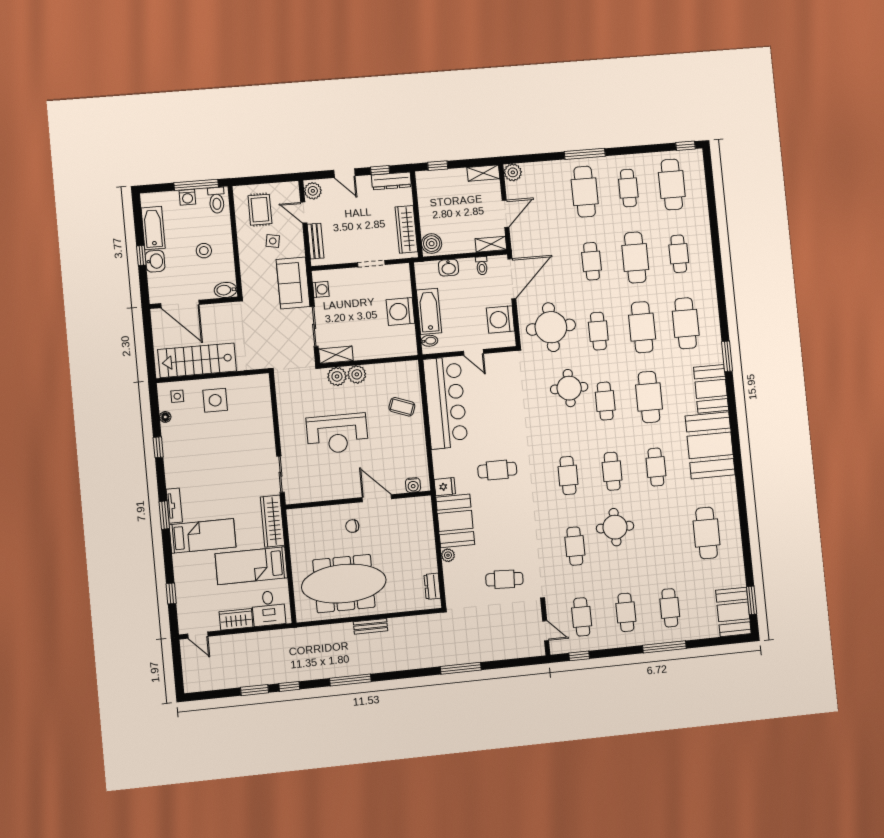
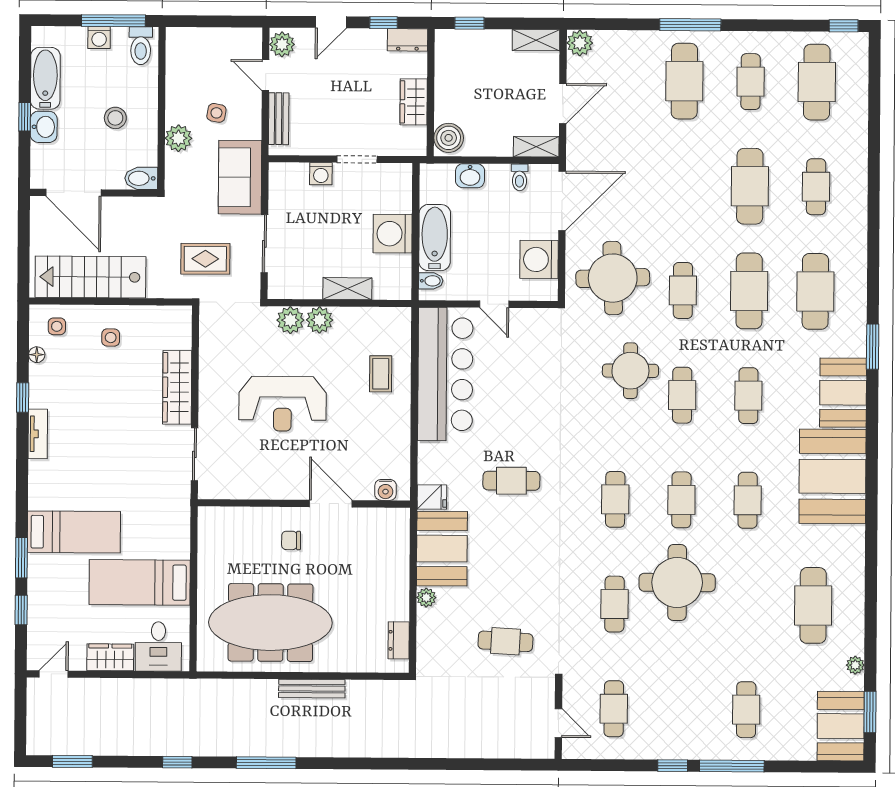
door: (344, 173) -> (331, 22), hinge flipped
dresser: (391, 181) -> (407, 40), width x0.70
rug: (260, 210) -> (205, 259), moved, turned 90
wardrobe: (406, 229) -> (414, 102), width x0.67
plant: (248, 260) -> (178, 138), added
cafe table: (592, 261) -> (684, 186), removed
washing machine: (321, 289) -> (321, 174), moved, turned 90
shelving: (336, 355) -> (347, 289), moved
cafe table: (649, 397) -> (748, 396), width x0.73, depth x0.74
side table: (215, 400) -> (111, 338), width x0.54, depth x0.54
coffee table: (402, 407) -> (381, 374), turned 70
tv unit: (174, 506) -> (38, 434), moved
window: (164, 515) -> (21, 558), moved
wardrobe: (272, 521) -> (177, 387), moved
round table: (615, 527) -> (677, 583), width x1.36, depth x1.36
plant: (739, 570) -> (855, 665), added
cafe table: (626, 612) -> (680, 709), removed
bench: (371, 626) -> (312, 689), width x1.36
door: (198, 635) -> (54, 674), swing flipped
window: (579, 656) -> (673, 766), moved
window: (461, 668) -> (428, 764), removed
window: (255, 690) -> (72, 761), moved

